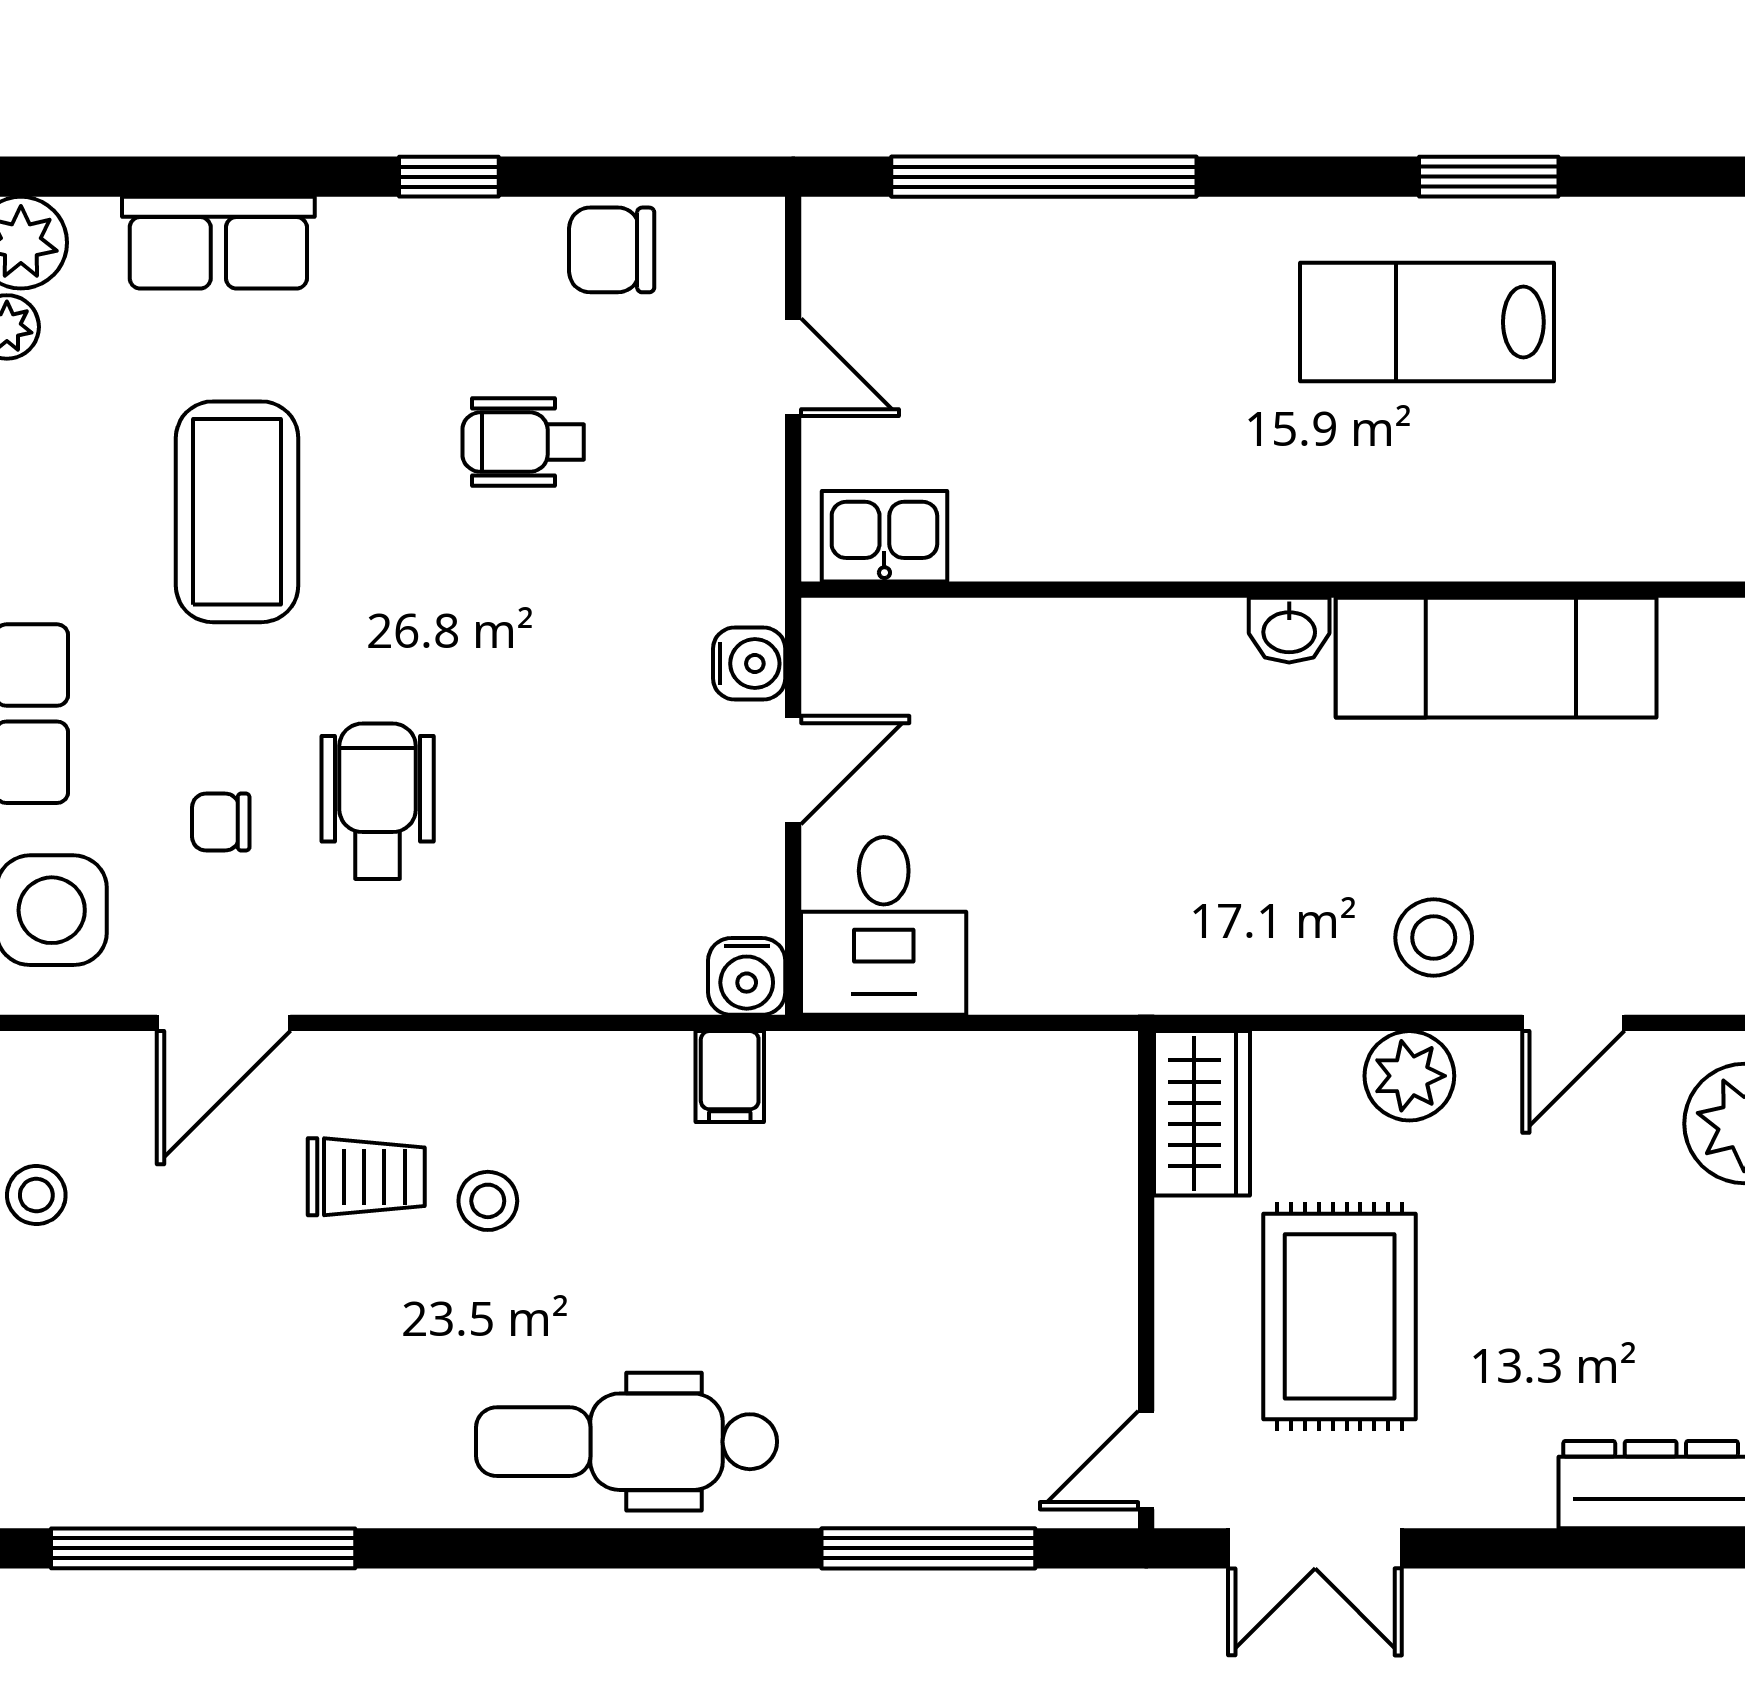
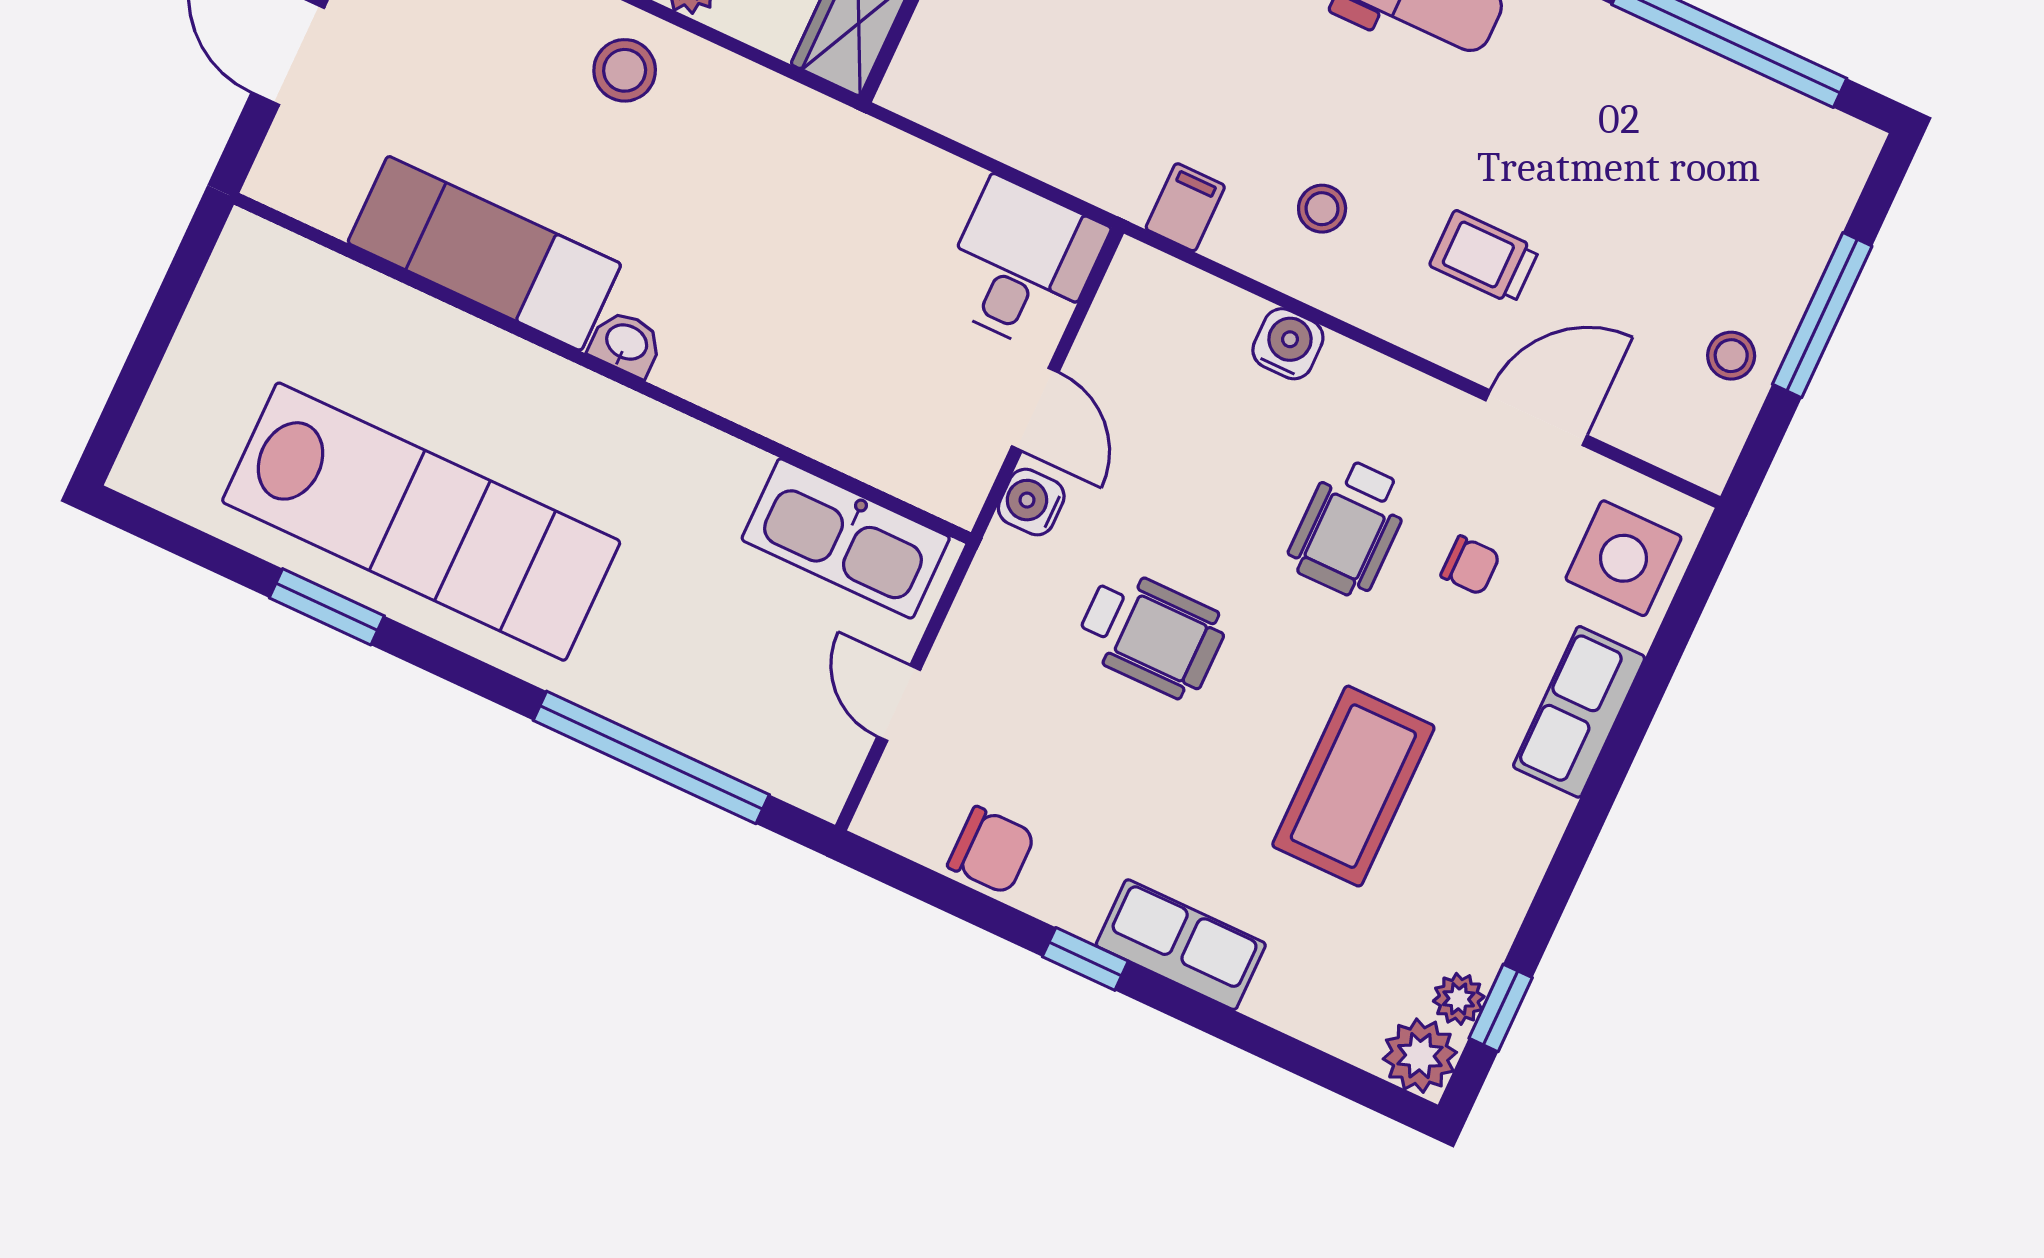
row of seats: (218, 243) -> (1181, 945), moved
lab bench: (1427, 322) -> (421, 522), width x1.86, depth x1.39
wheelchair: (523, 442) -> (1151, 634), moved, width x1.36, depth x1.37
kitchen sink: (884, 536) -> (846, 538), width x1.88, depth x1.24
door: (793, 770) -> (1035, 409), swing flipped
water cooler: (747, 976) -> (1288, 344), moved
stool: (488, 1201) -> (1322, 209), moved

